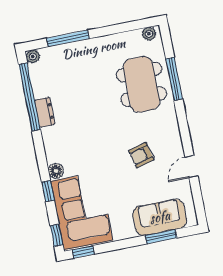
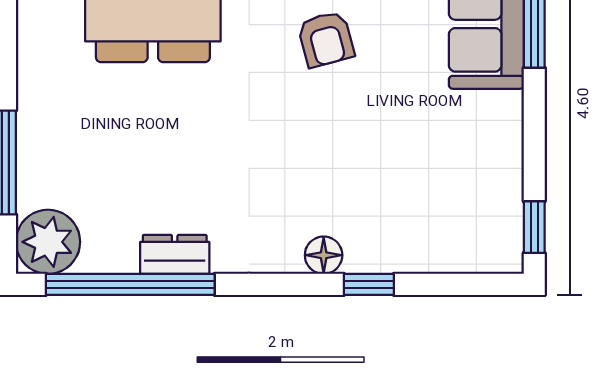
plant: (33, 57) -> (48, 242), width x1.87, depth x1.87
corner sofa: (82, 211) -> (433, 212), removed
window: (57, 235) -> (481, 284), removed

